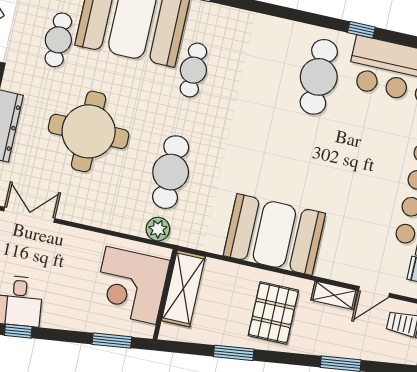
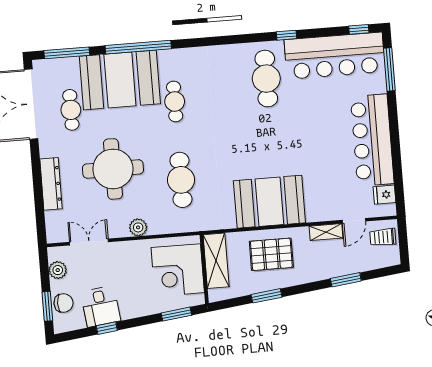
plant: (158, 229) -> (138, 227), moved
pallet: (273, 313) -> (271, 254), moved, turned 90

